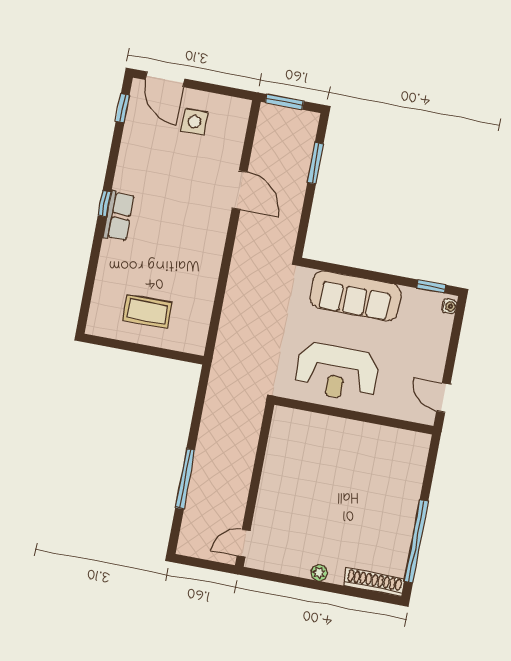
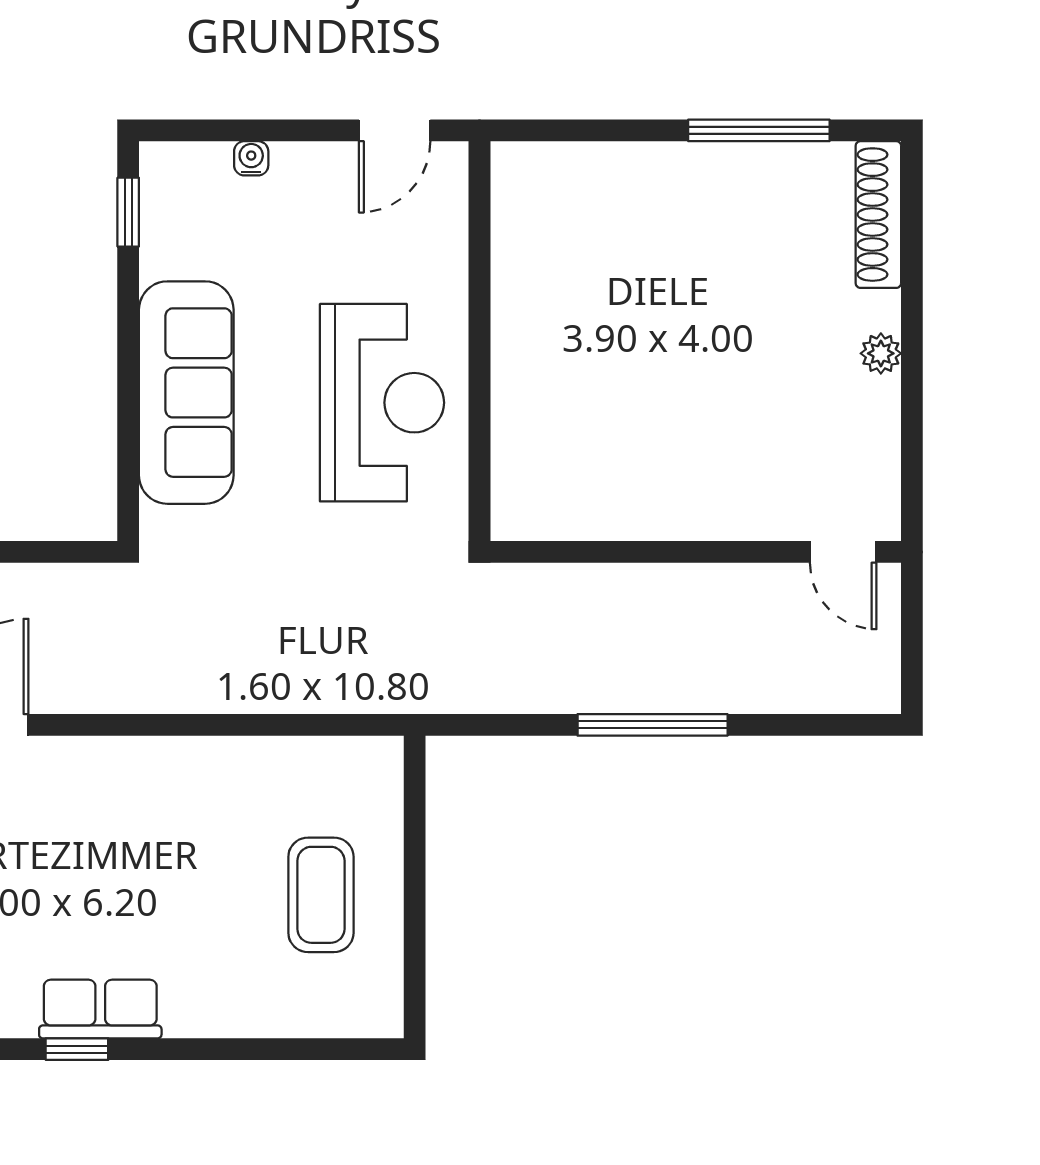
water cooler: (449, 306) -> (251, 158), moved
window: (185, 479) -> (653, 725), moved
window: (416, 541) -> (759, 130), width x0.68

